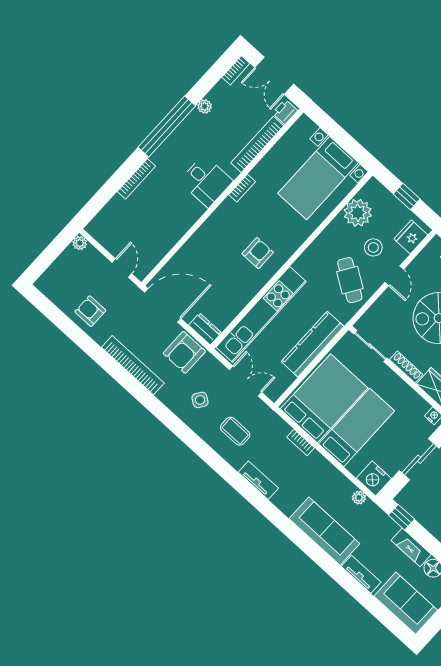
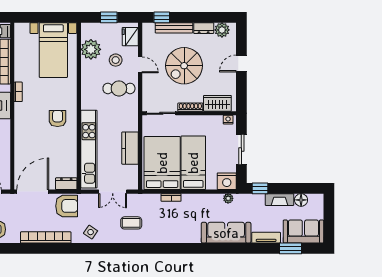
cafe table: (350, 280) -> (119, 88), turned -33
kitchen counter: (313, 344) -> (130, 148), width x0.67
armchair: (184, 352) -> (67, 206), turned -90
double door: (246, 381) -> (113, 192), swing flipped
side table: (200, 400) -> (91, 232), moved
tv unit: (258, 480) -> (167, 238), removed
window: (376, 608) -> (290, 248), added

